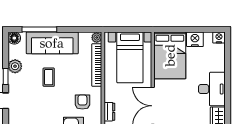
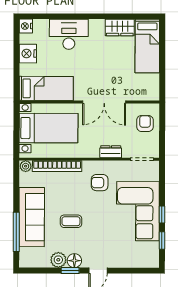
floor lamp: (14, 38) -> (74, 261), moved
bed: (170, 55) -> (46, 88), width x0.67
desk: (212, 89) -> (69, 34), moved

